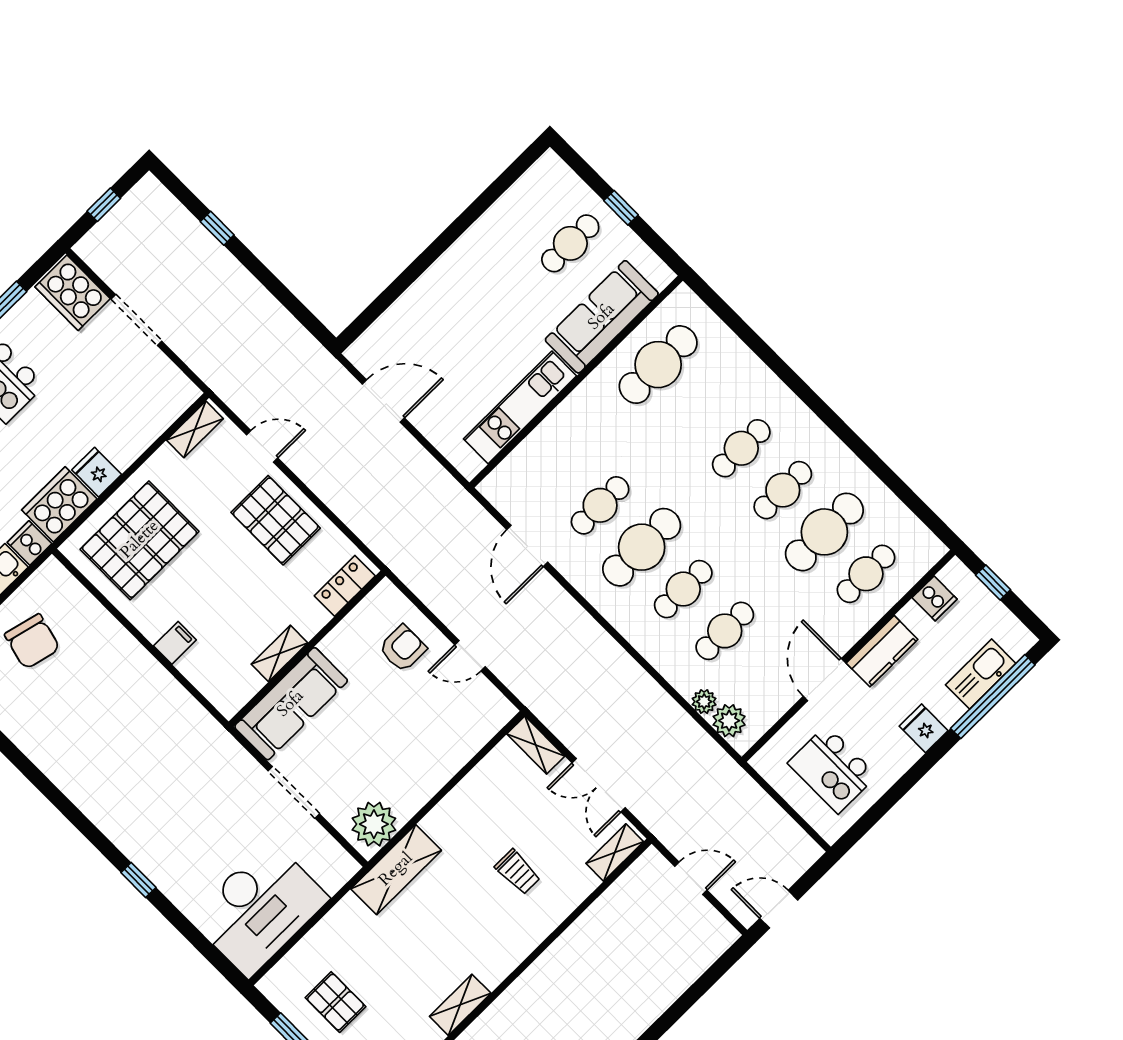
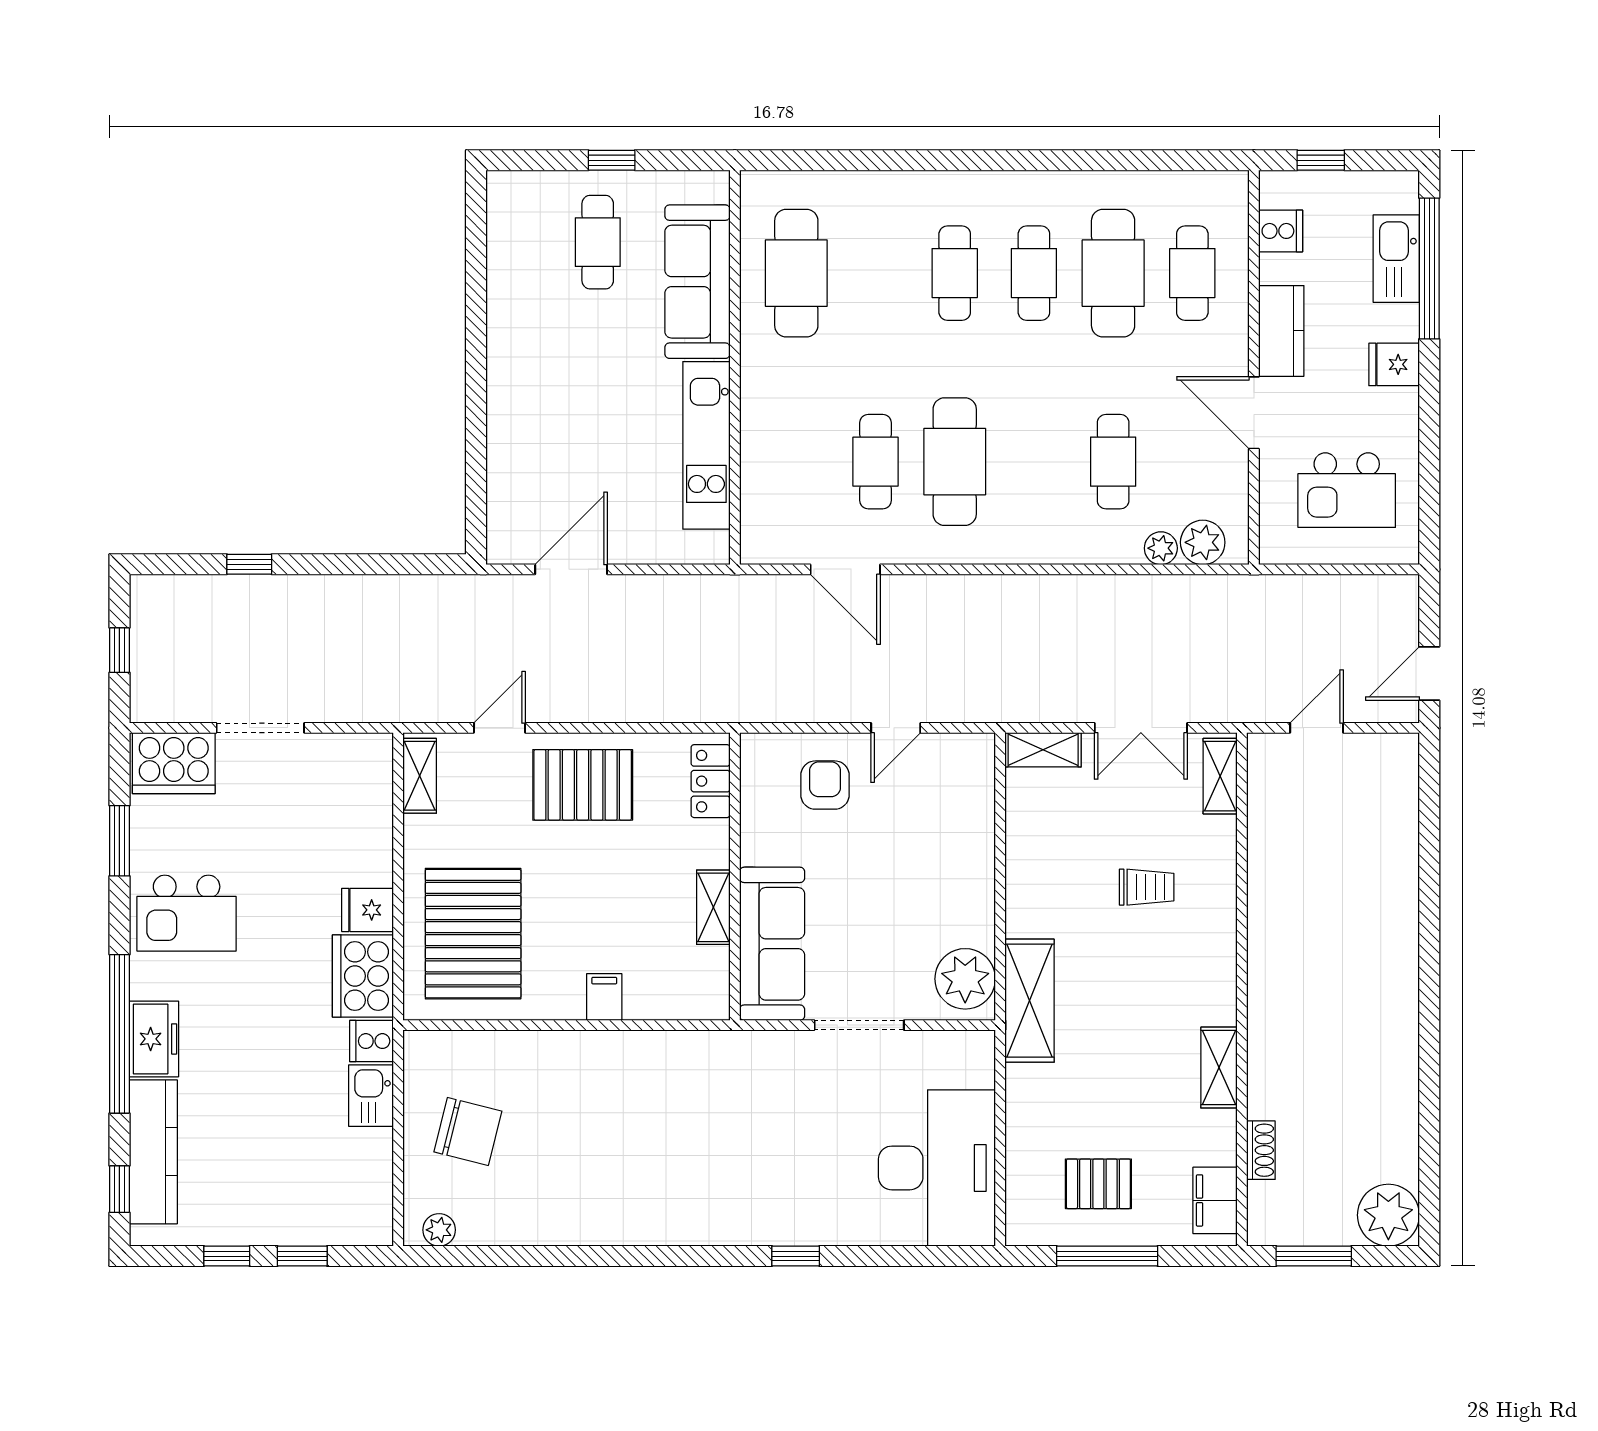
cafe table: (683, 589) -> (1034, 462), removed

